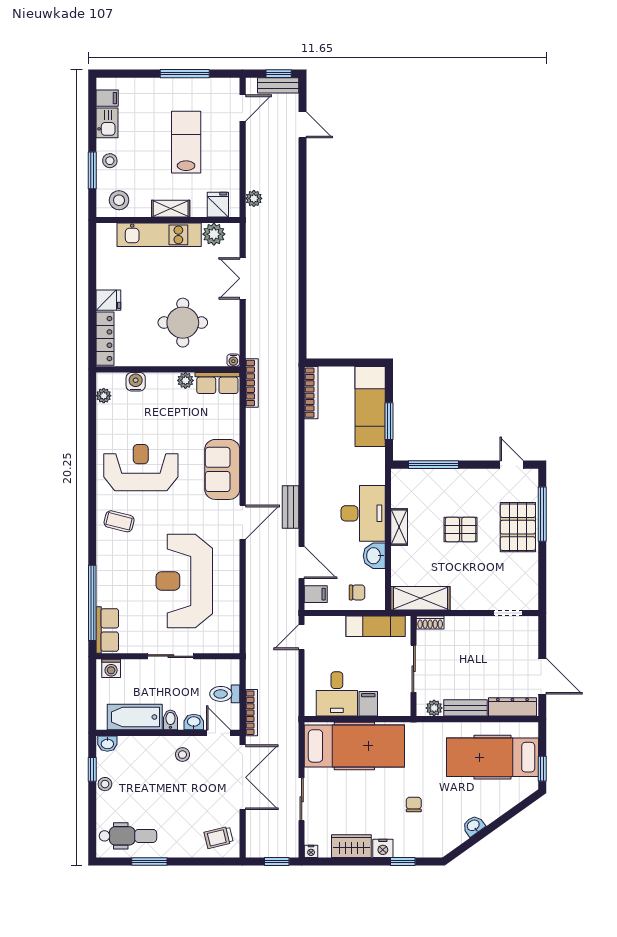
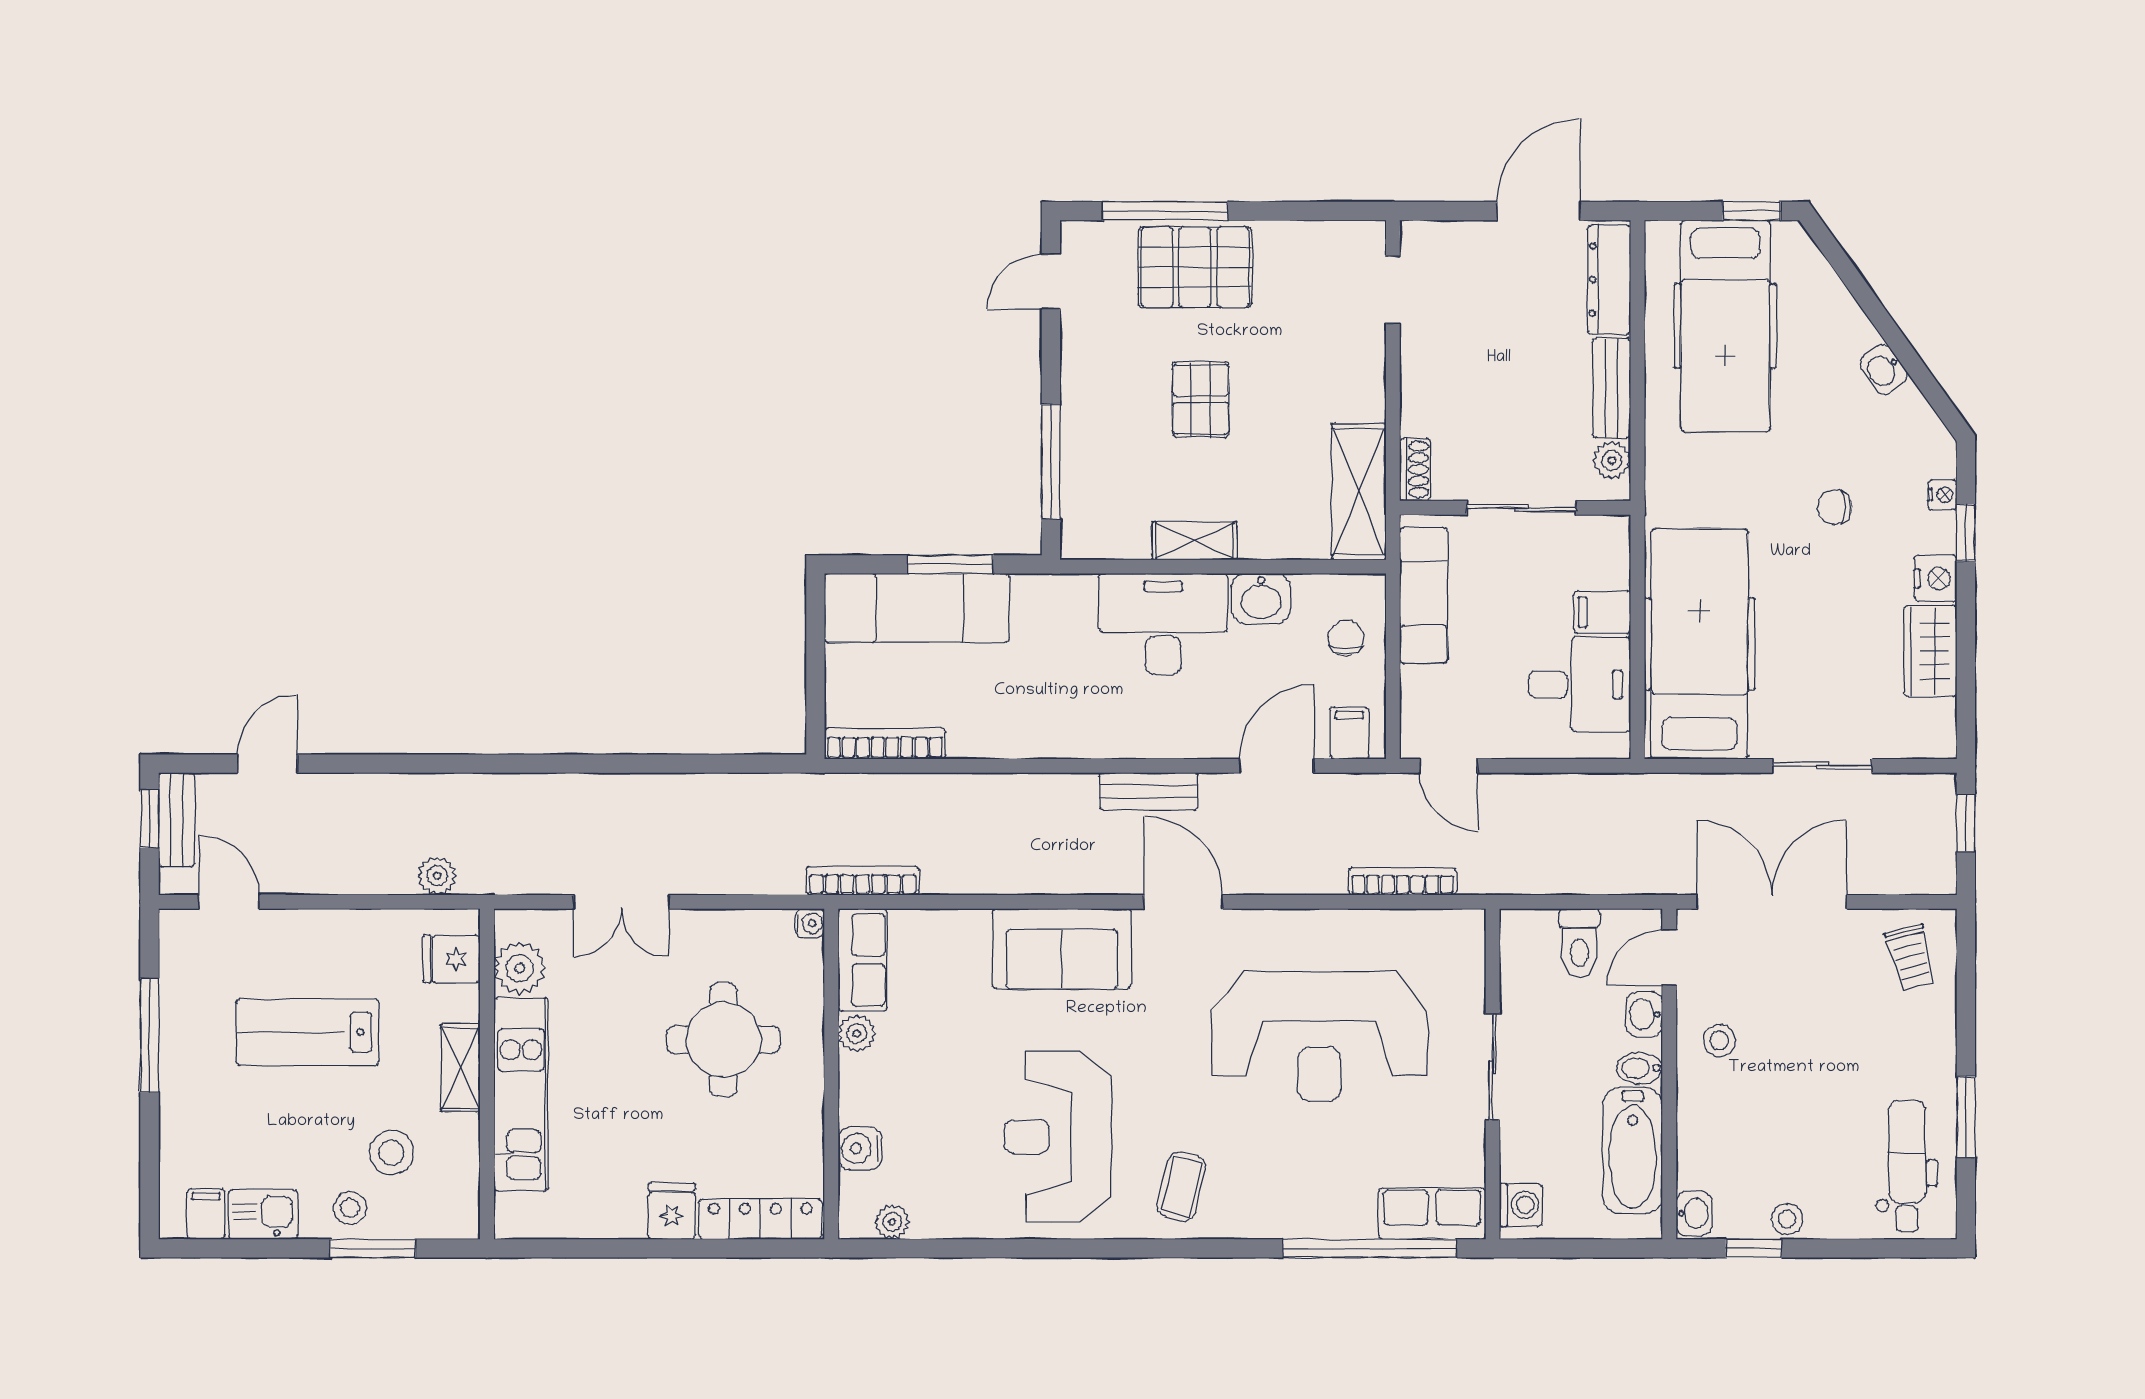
stool: (119, 200) -> (392, 1153), moved
bookcase: (252, 713) -> (1403, 881), moved
nightstand: (311, 851) -> (1943, 495), moved

